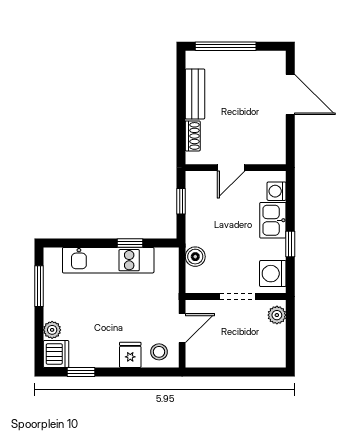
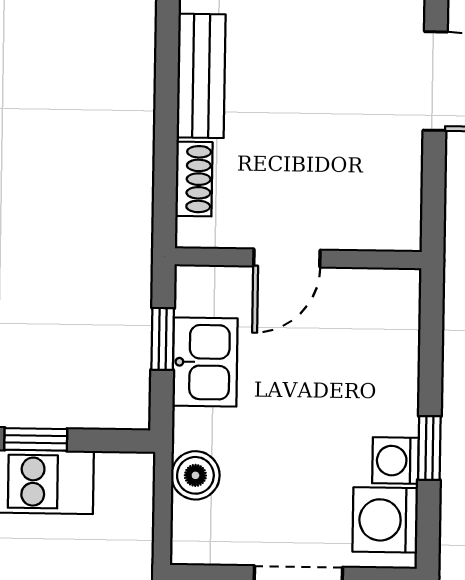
washing machine: (277, 191) -> (395, 461), moved
kitchen sink: (273, 220) -> (205, 362), moved, turned 180

